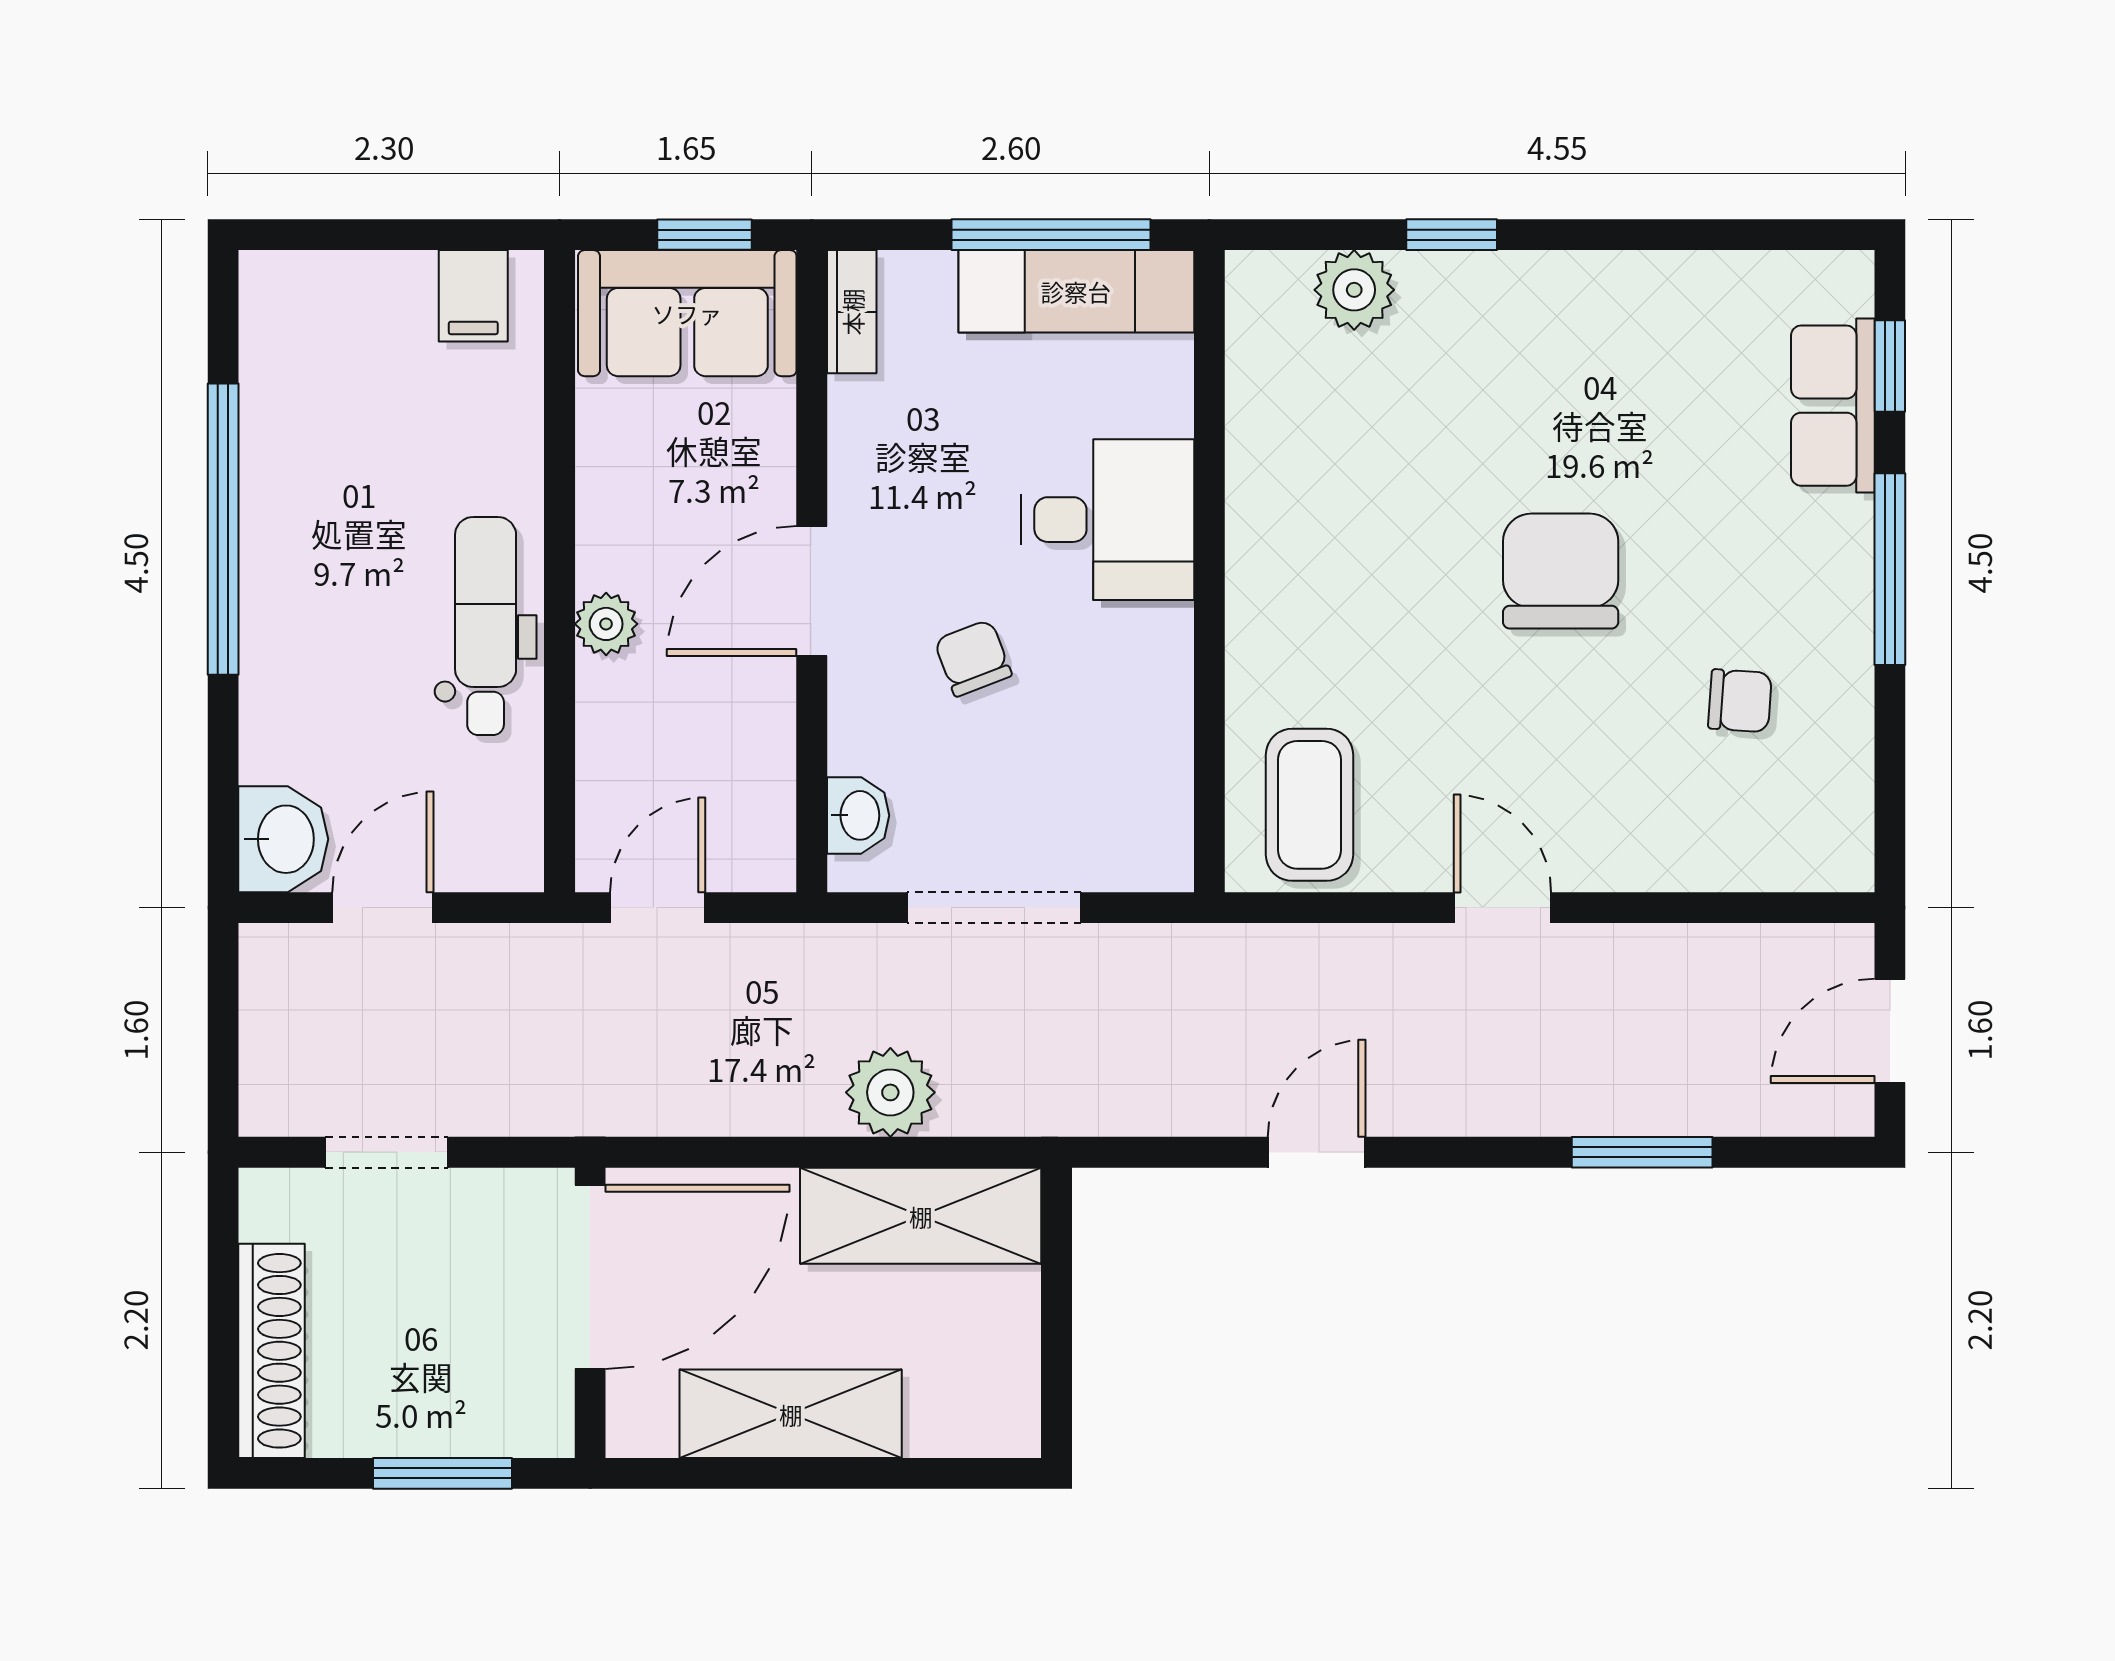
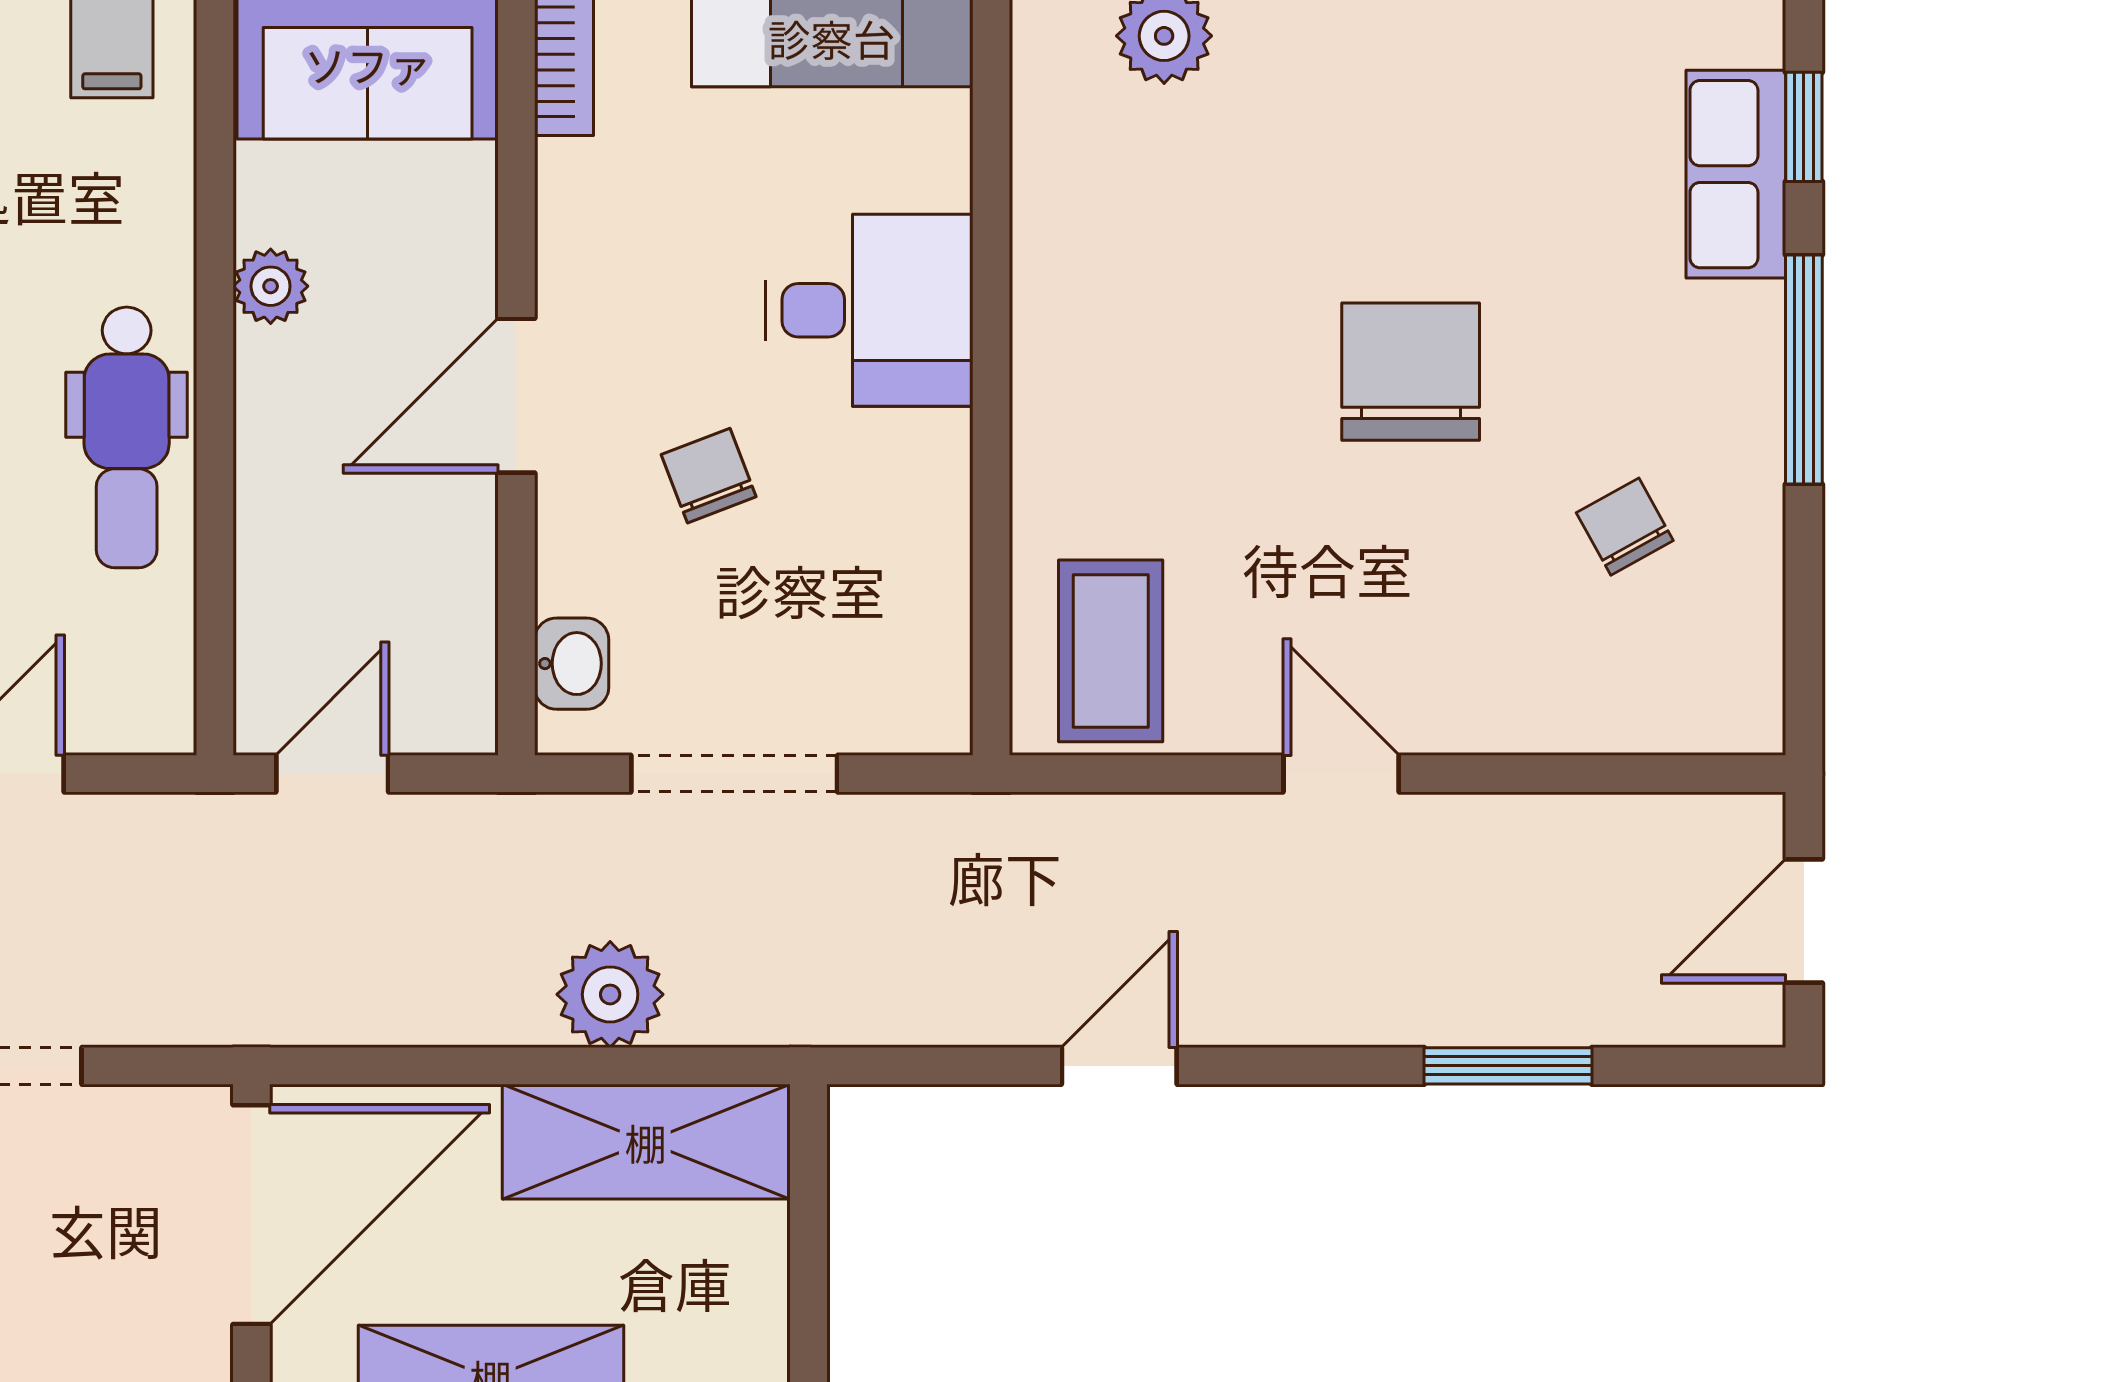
plant: (606, 624) -> (271, 286), moved
dental chair: (486, 626) -> (127, 437), turned 180
chair: (1740, 701) -> (1625, 527), turned -123

